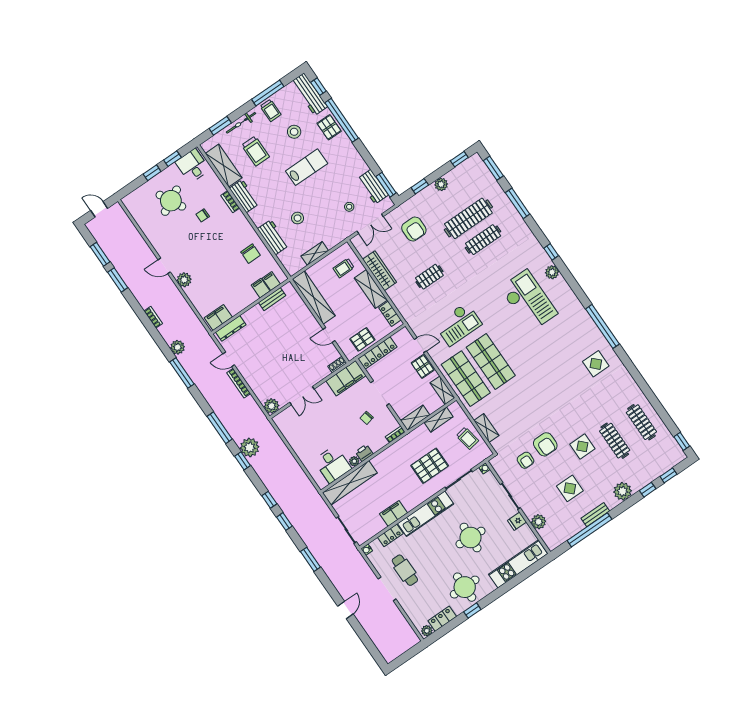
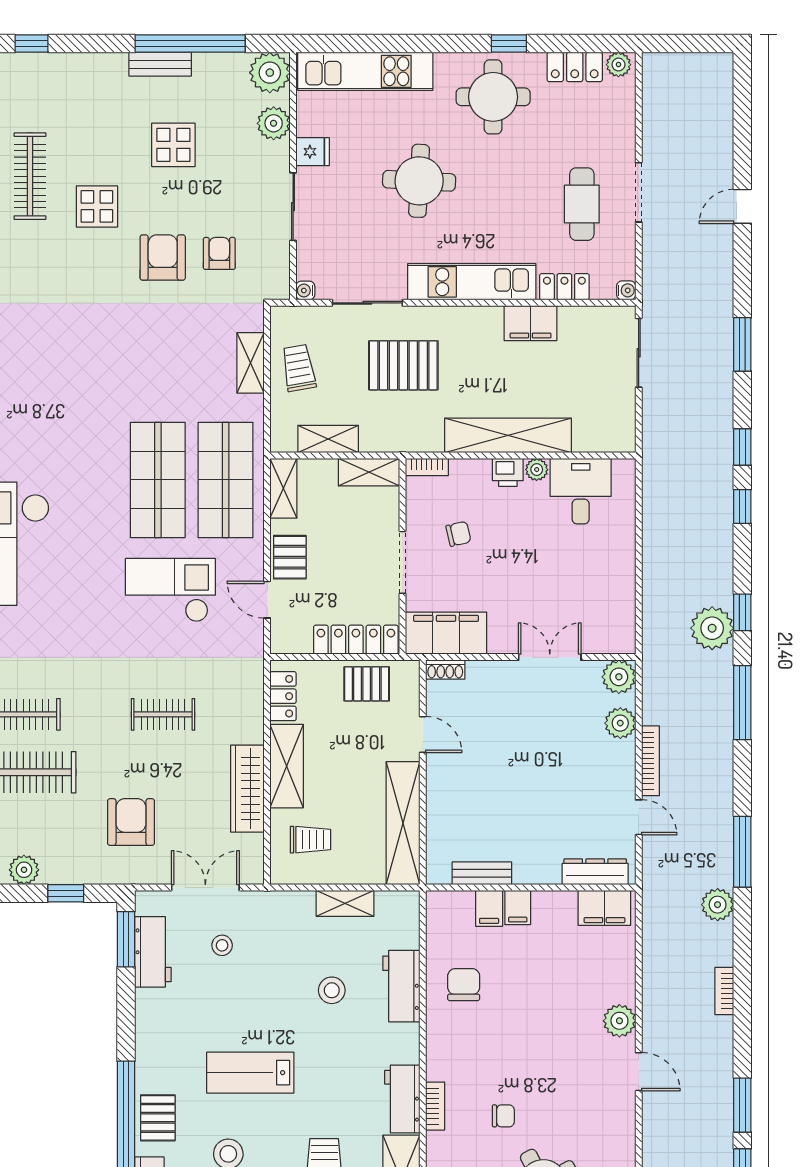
filing cabinet: (271, 281) -> (518, 908), moved
plant: (259, 389) -> (620, 723), added
shelving: (350, 483) -> (508, 435), moved
plant: (623, 491) -> (270, 73), moved

